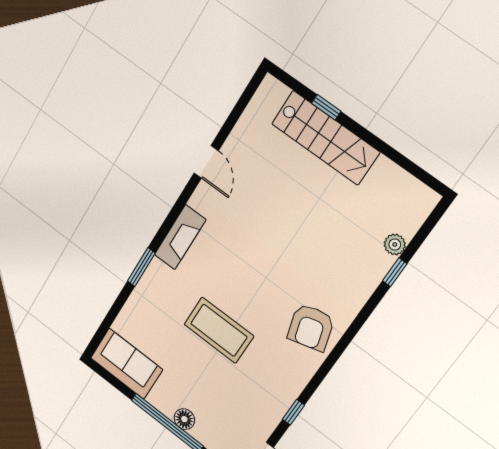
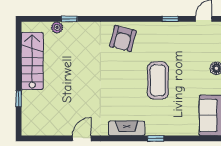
stairs: (325, 138) -> (32, 61), moved
window: (141, 267) -> (156, 138), width x0.67
armchair: (311, 327) -> (123, 39), turned 120

